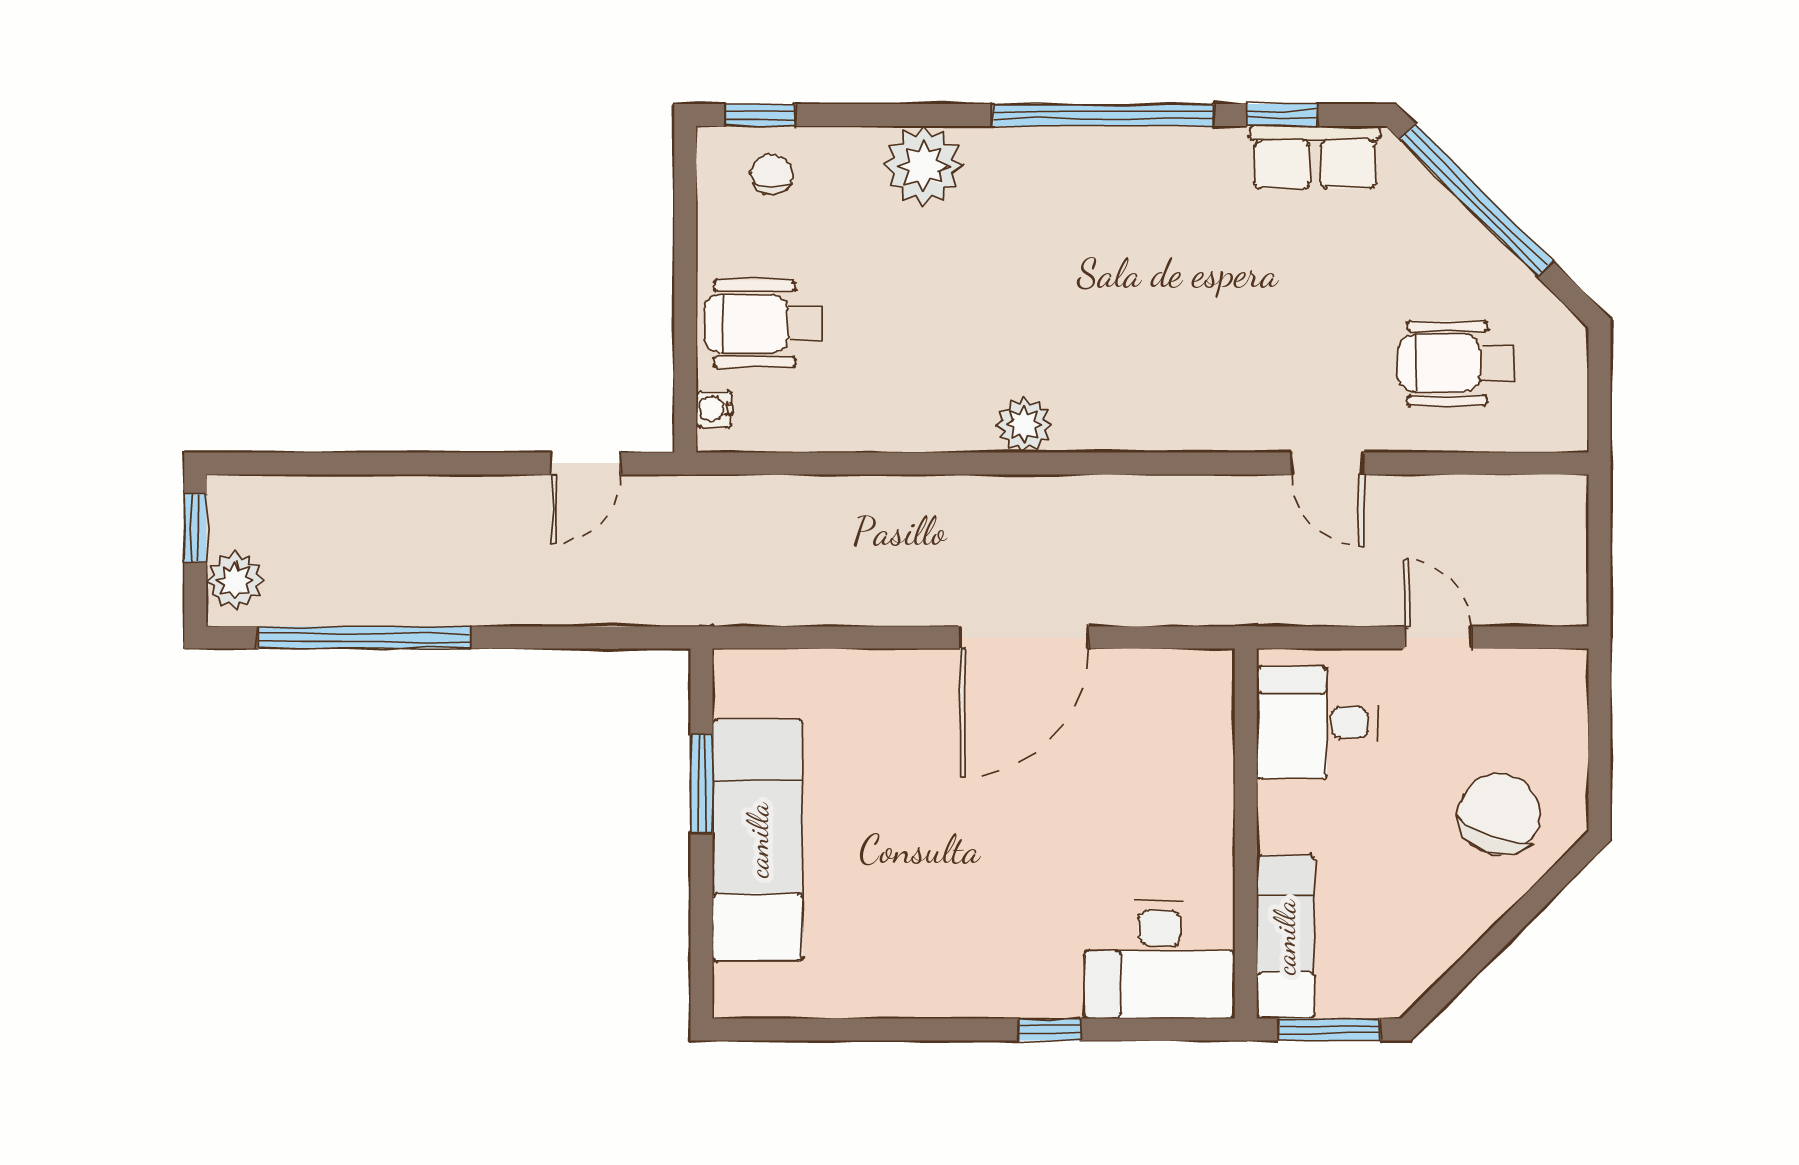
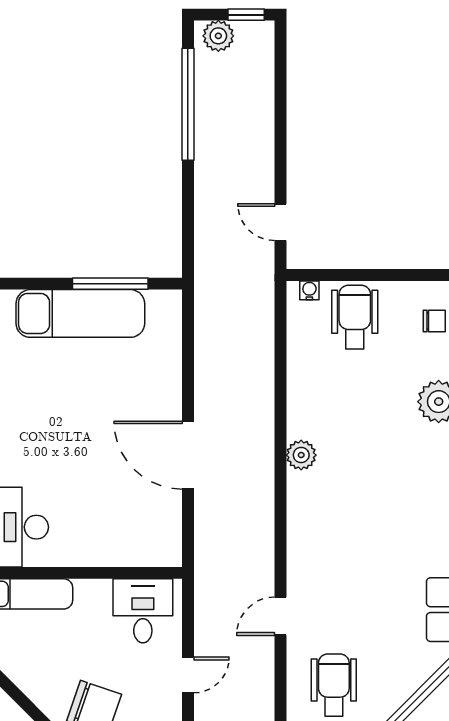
window: (701, 784) -> (110, 284), width x1.44

